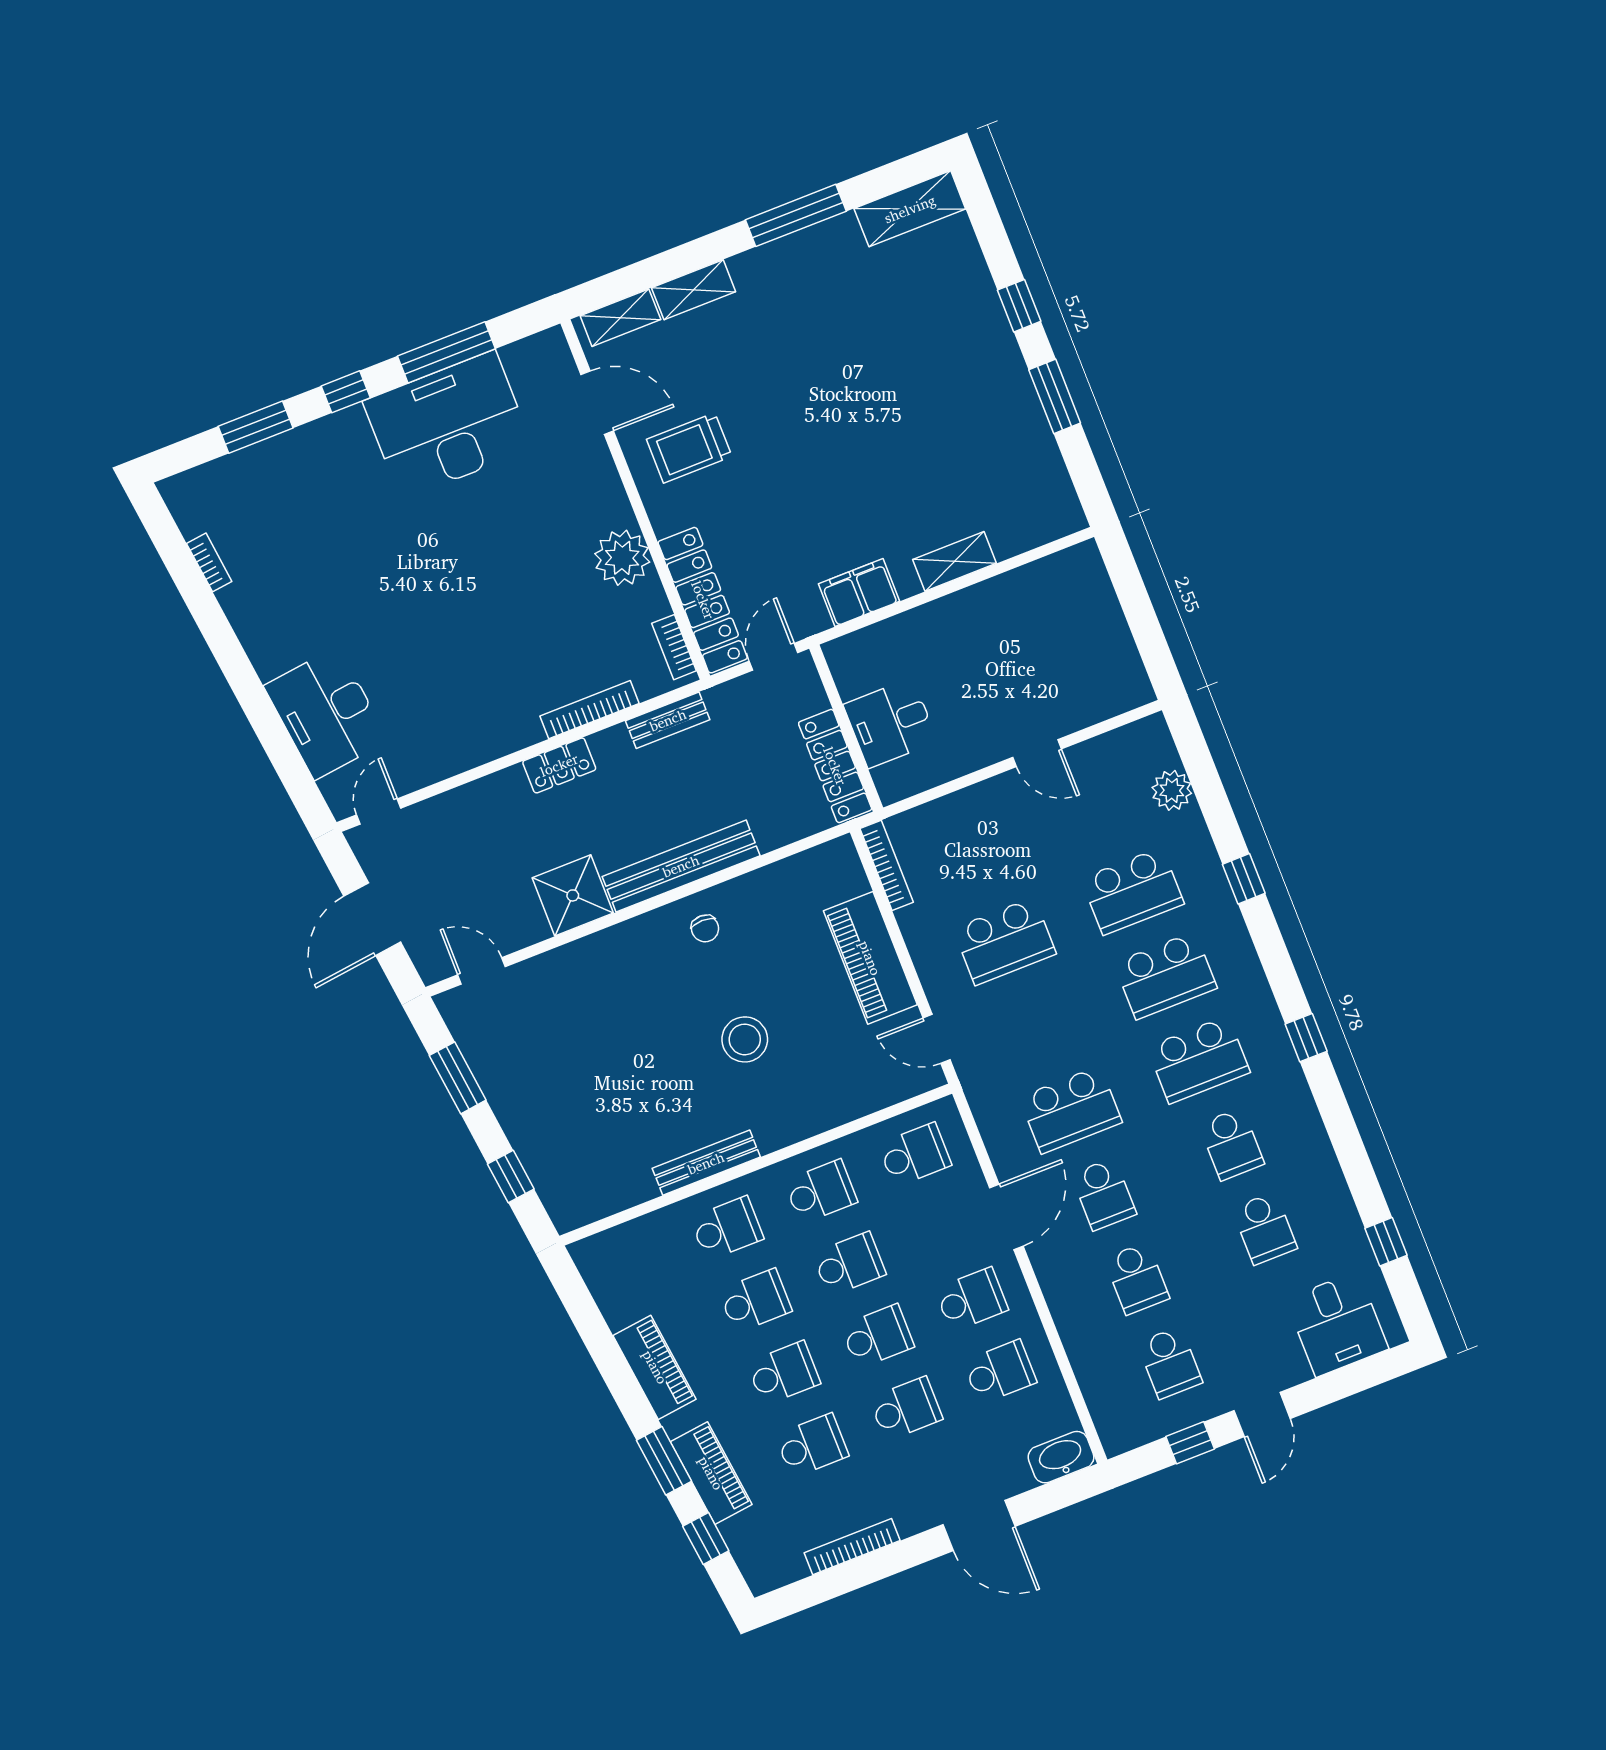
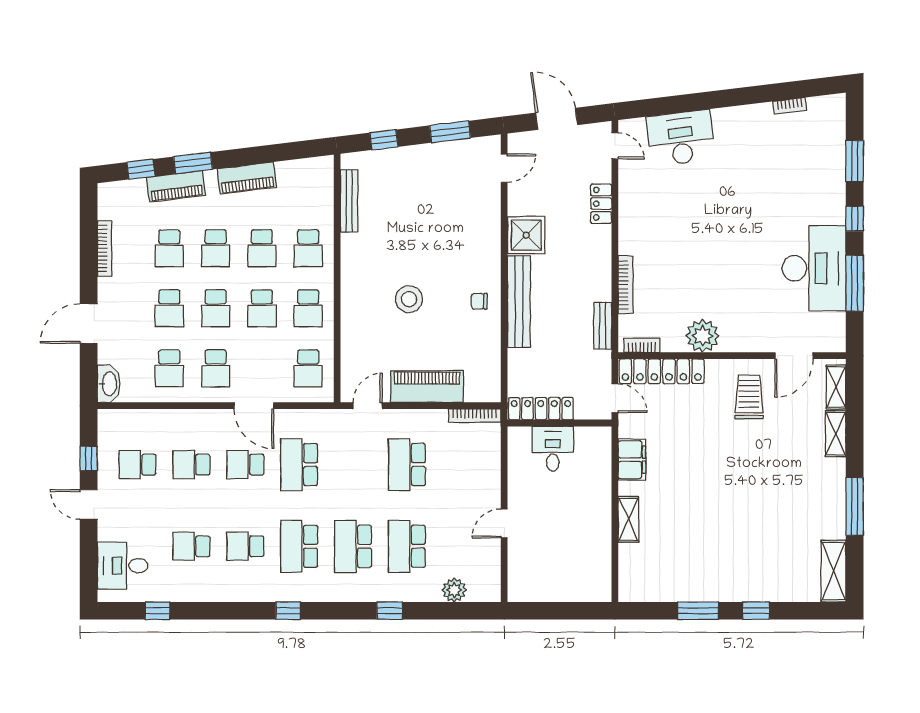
locker: (559, 765) -> (601, 204), moved
bench: (706, 1163) -> (349, 201), moved

